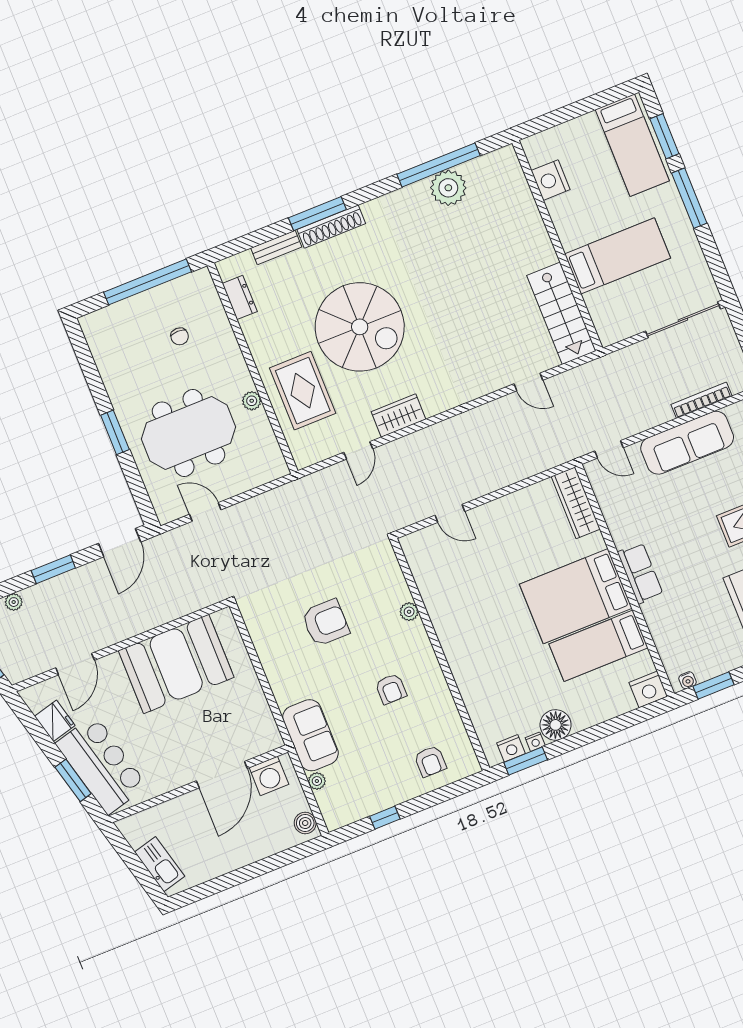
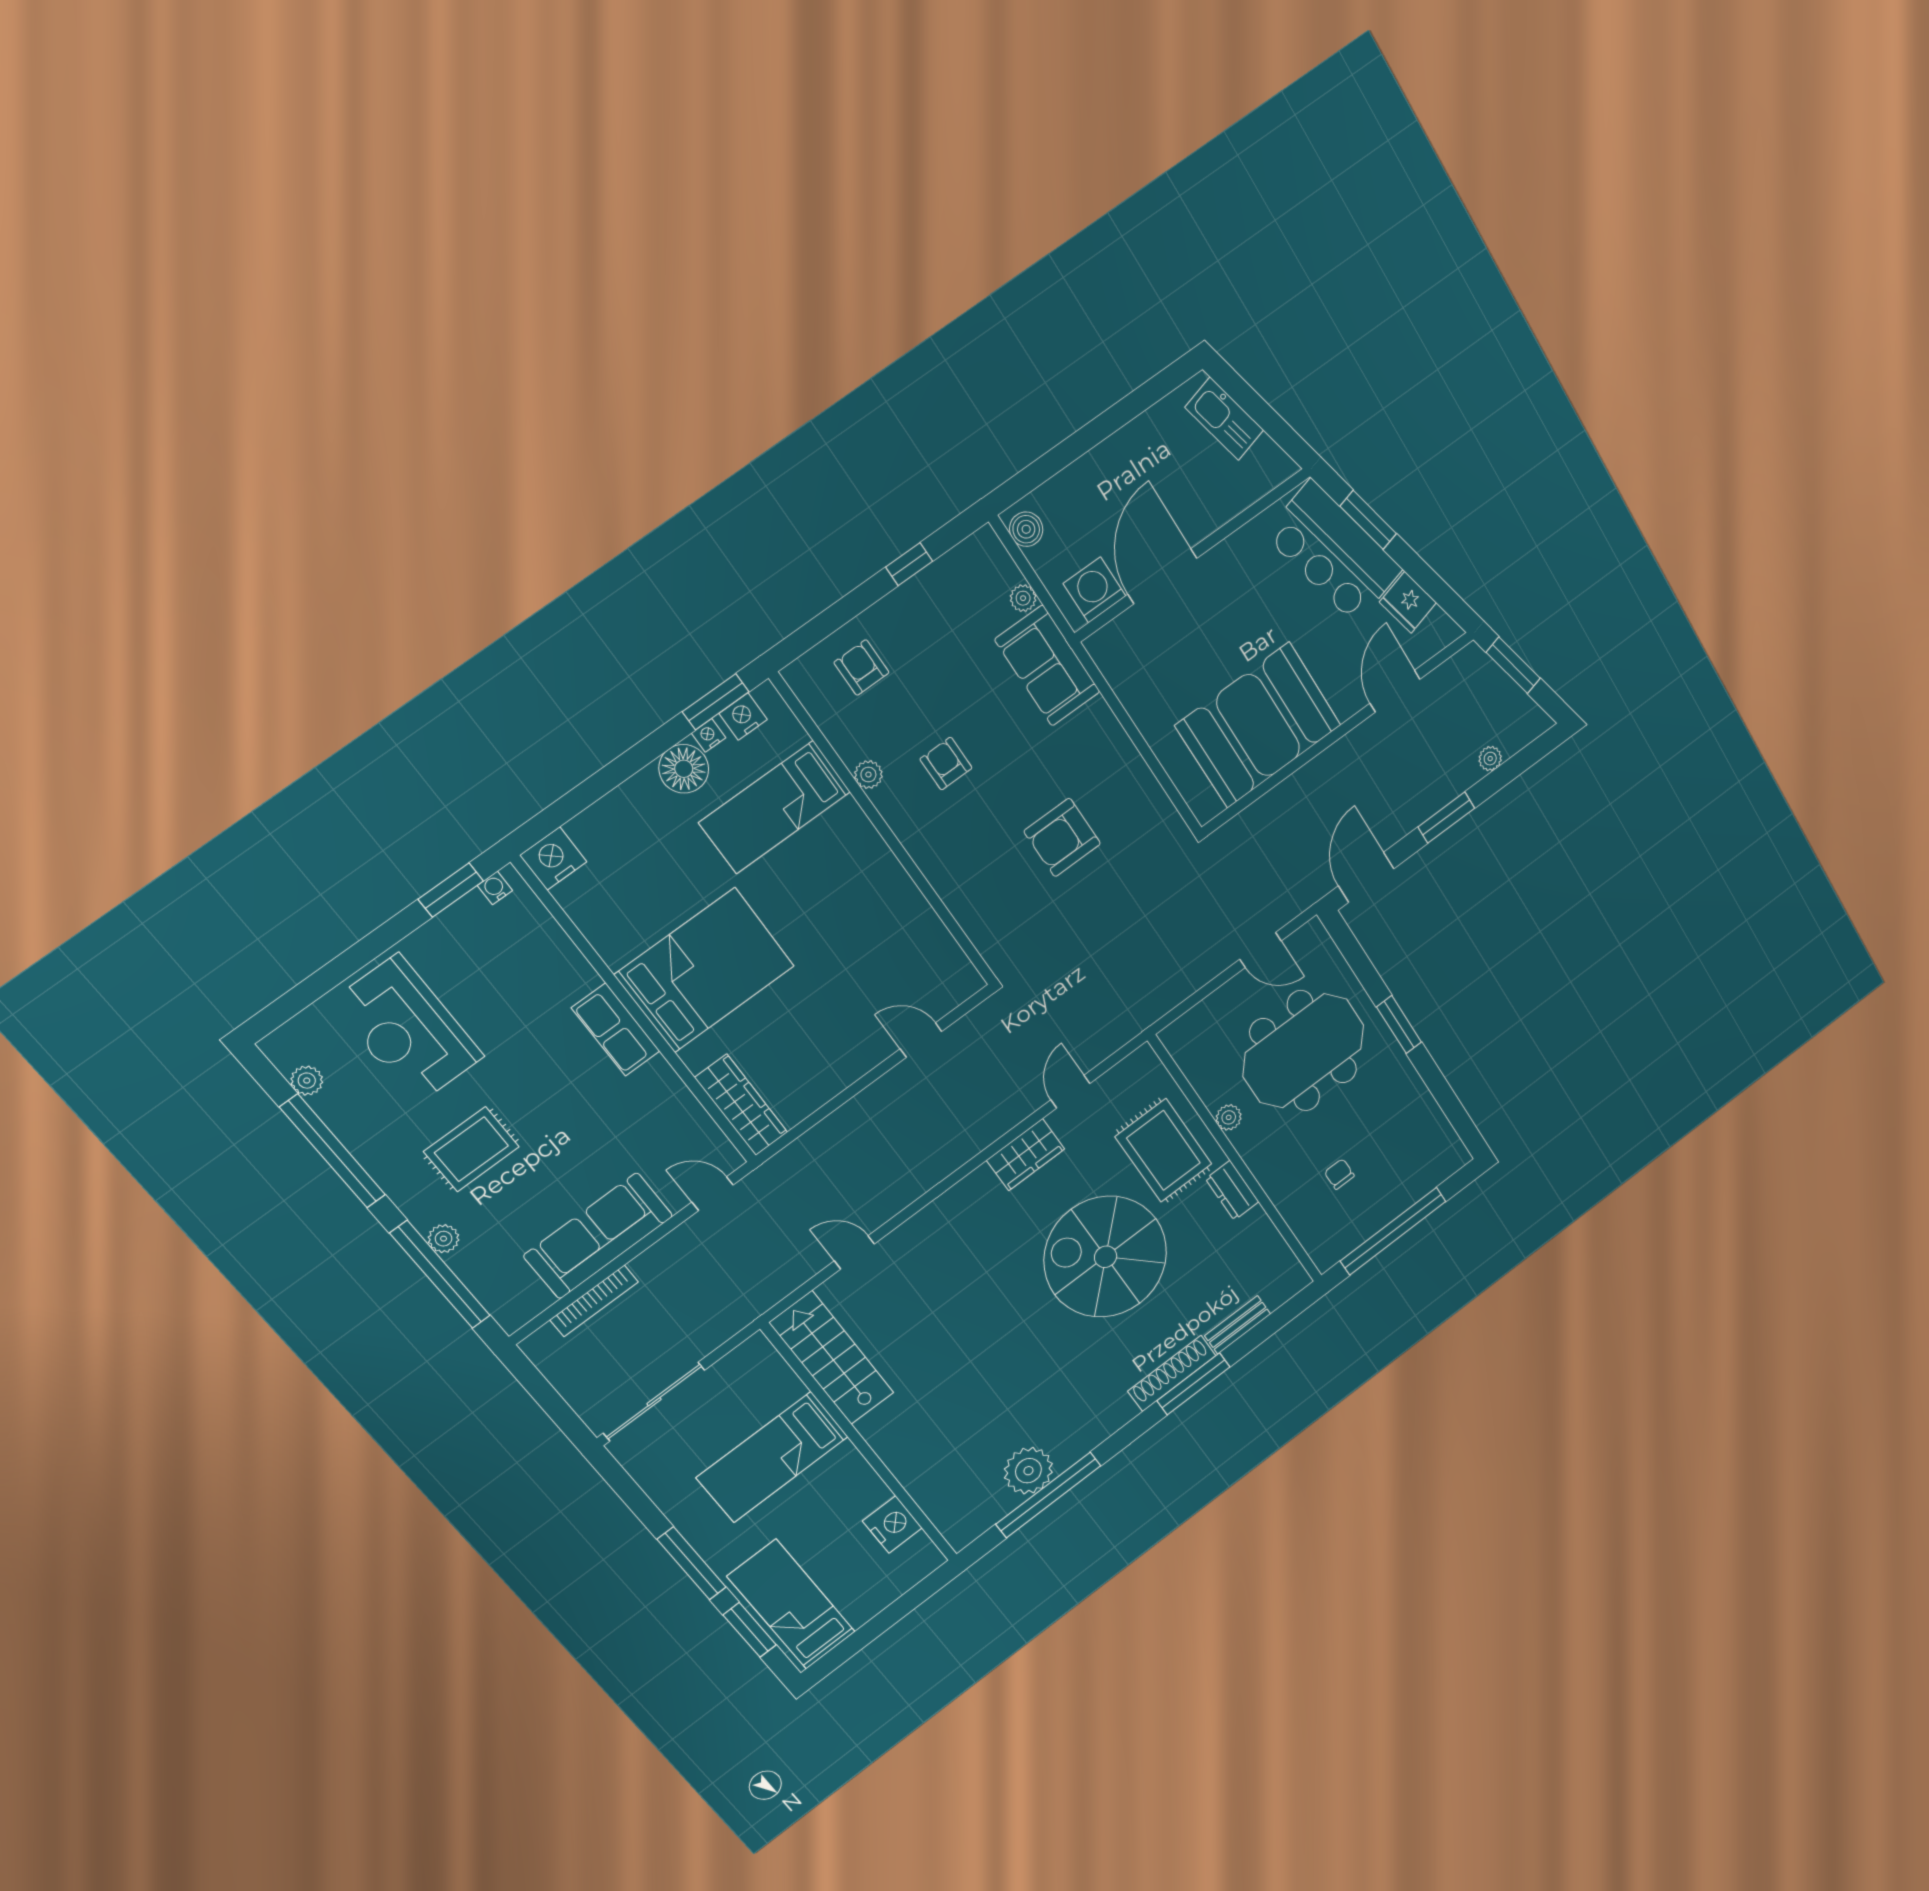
dresser: (240, 297) -> (1232, 1190), moved
plant: (409, 612) -> (868, 775), moved
bed: (598, 646) -> (775, 807), moved, turned 180

